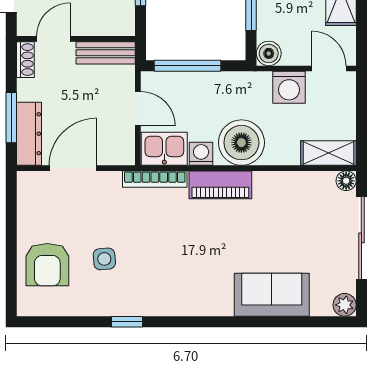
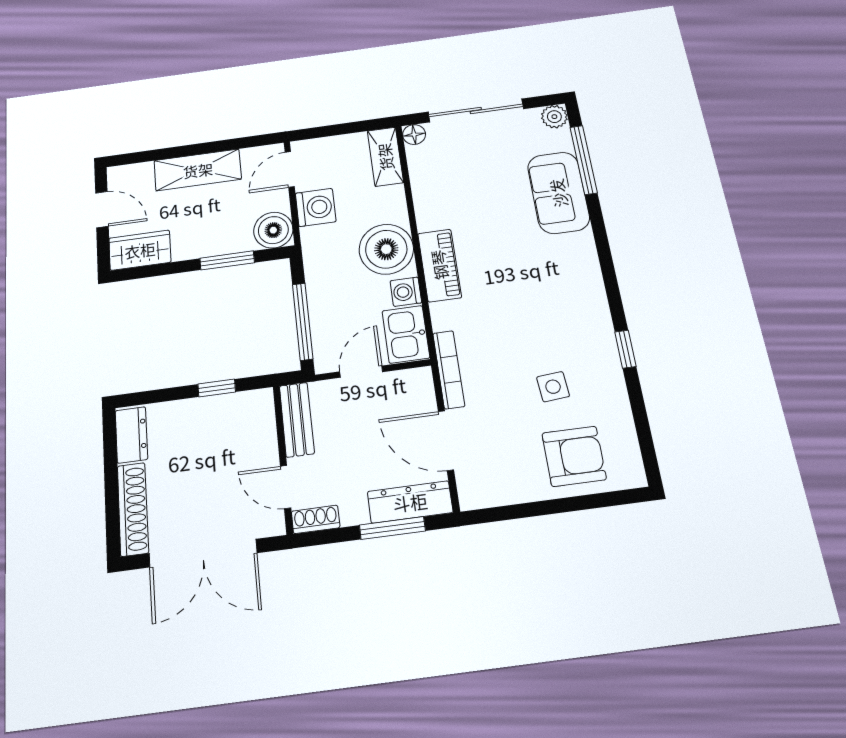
boiler: (269, 53) -> (273, 230), width x1.36, depth x1.36
bookcase: (155, 179) -> (449, 369), moved
window: (299, 322) -> (584, 160), added

